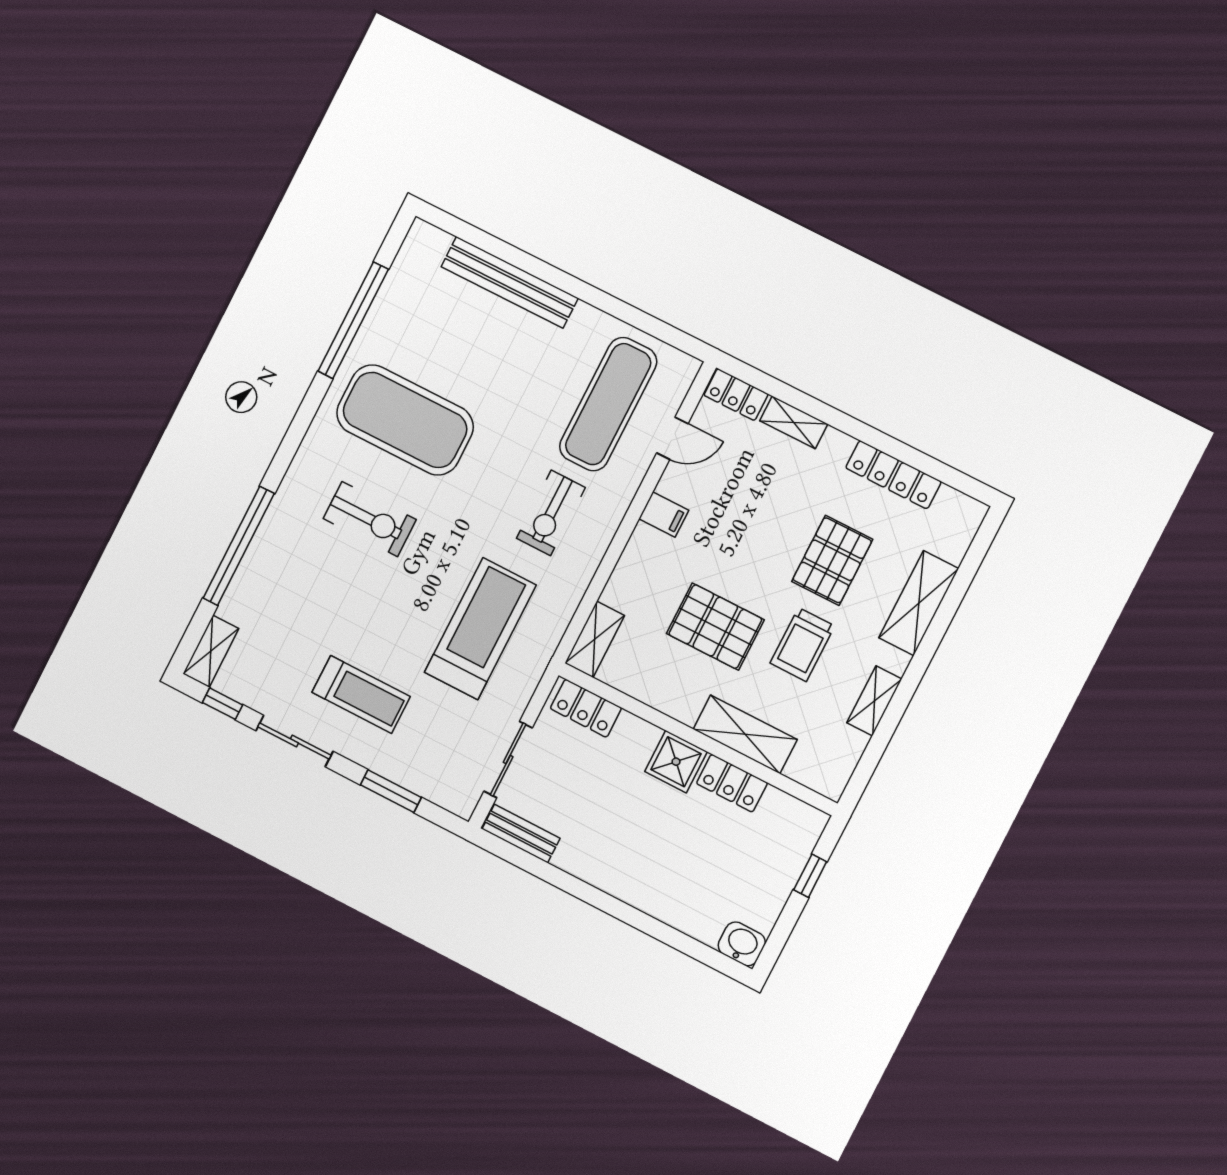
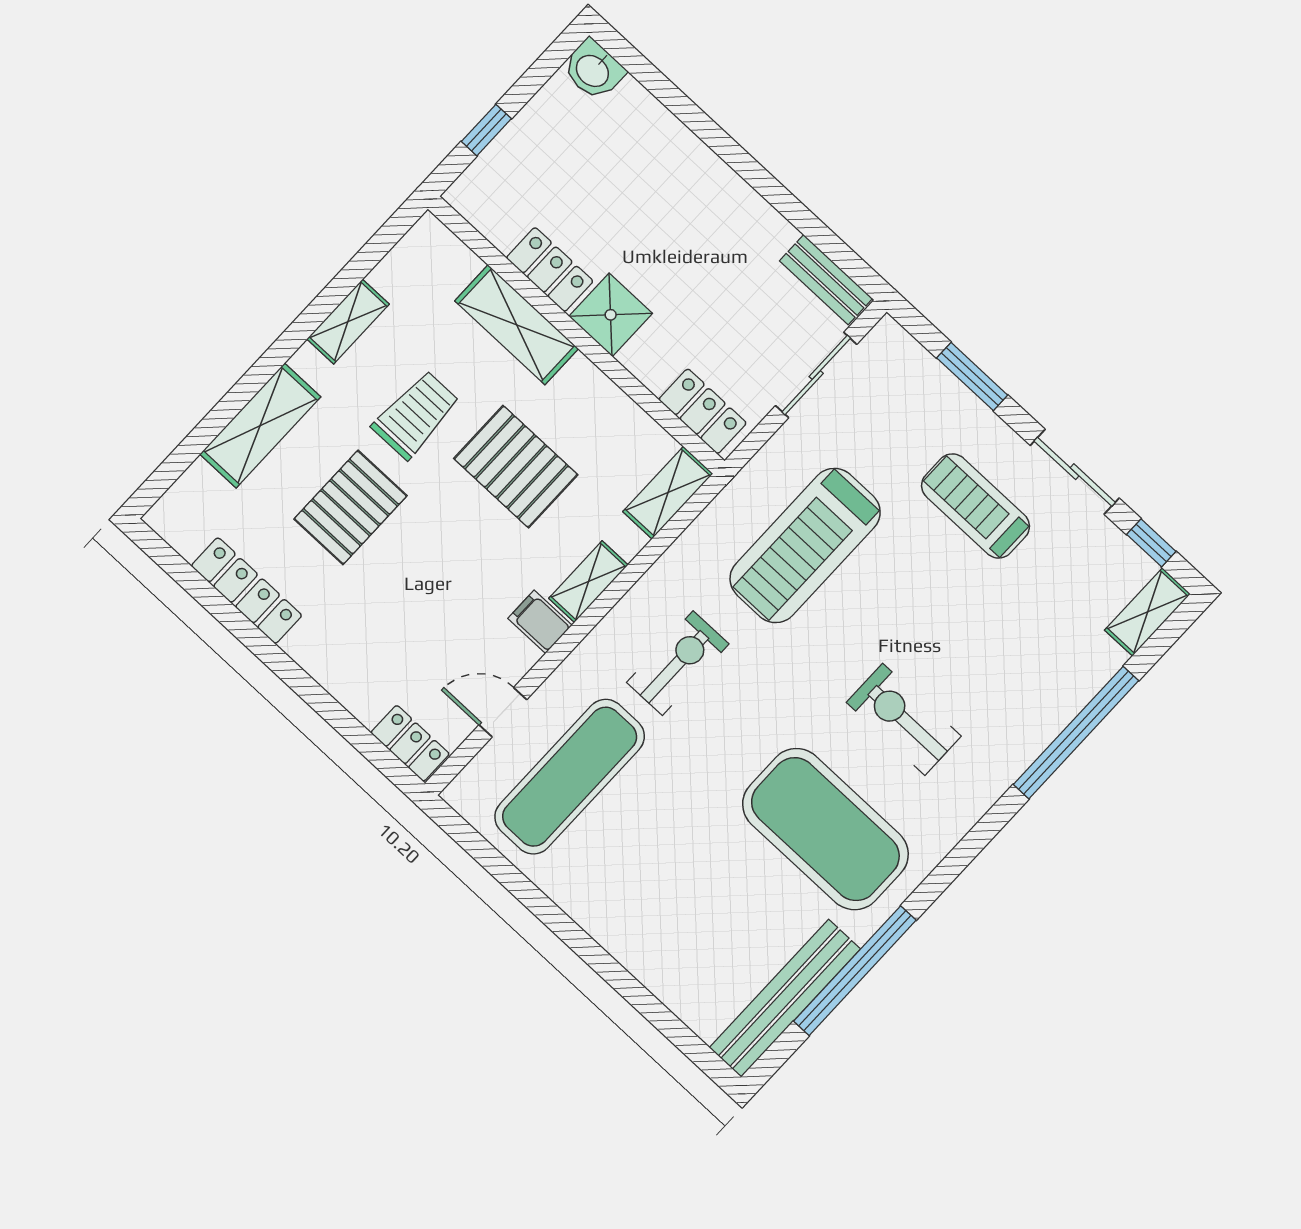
bench: (510, 282) -> (785, 998), moved, turned 90
shelving: (794, 422) -> (588, 582), moved, turned 90

